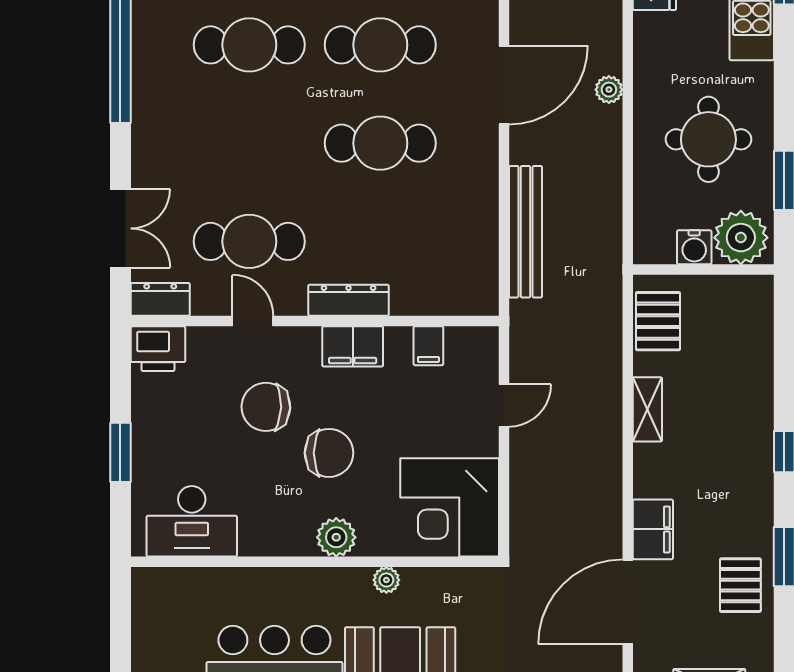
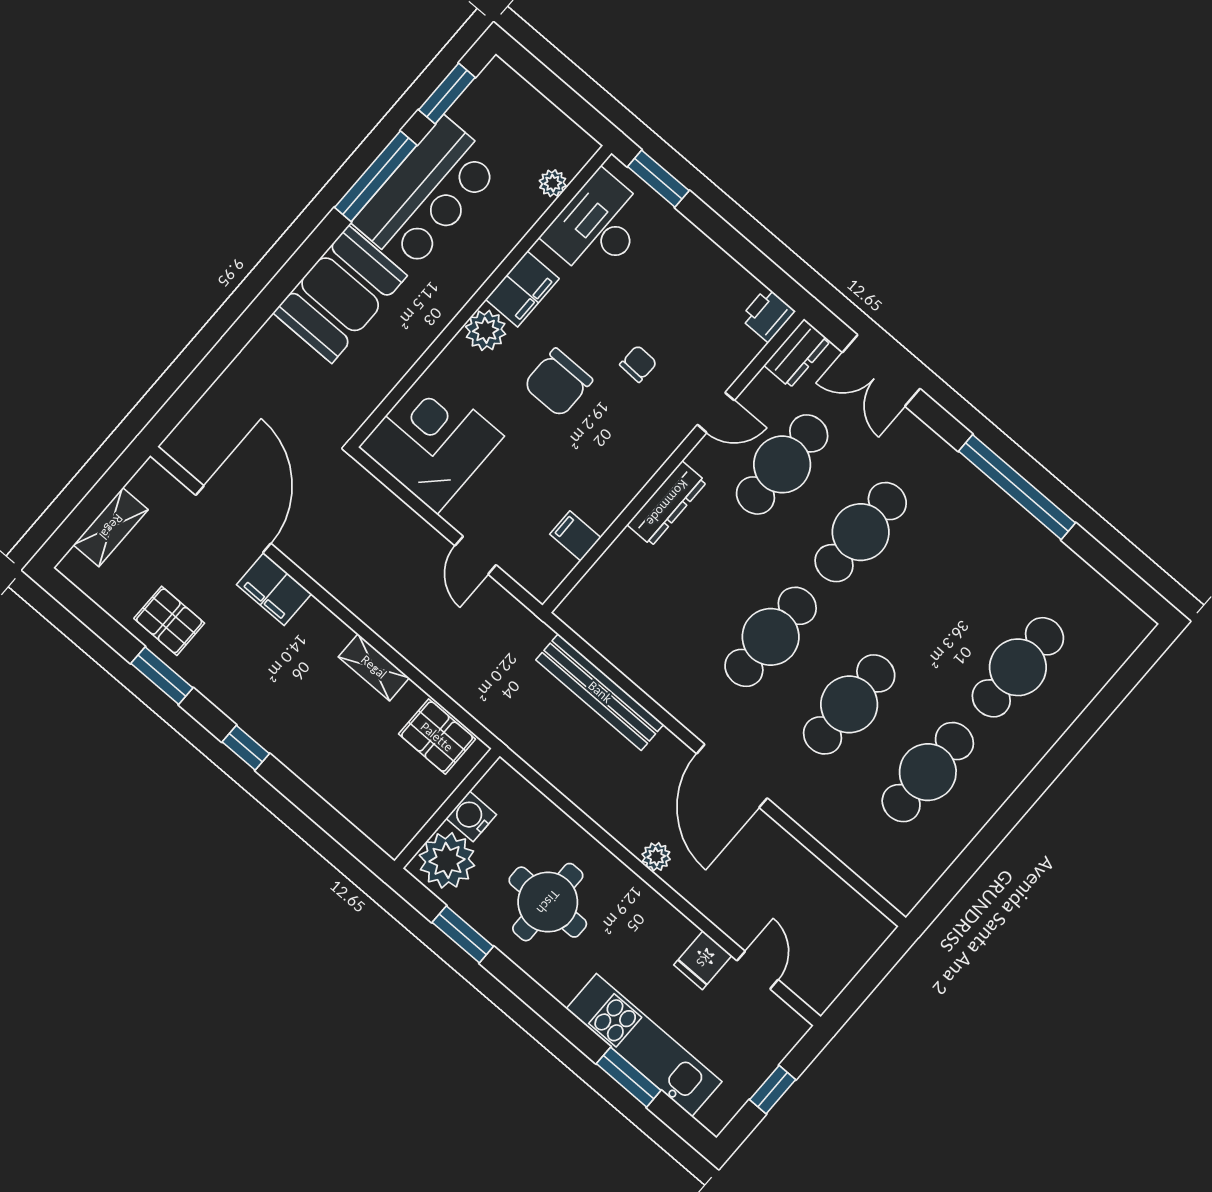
cafe table: (249, 45) -> (861, 532), moved
filing cabinet: (353, 346) -> (522, 289), moved, turned 180
printer: (158, 349) -> (768, 315), width x0.73, depth x0.81
chair: (266, 407) -> (638, 364), width x0.54, depth x0.54
window: (120, 452) -> (658, 179), moved
plant: (386, 580) -> (553, 183), moved

